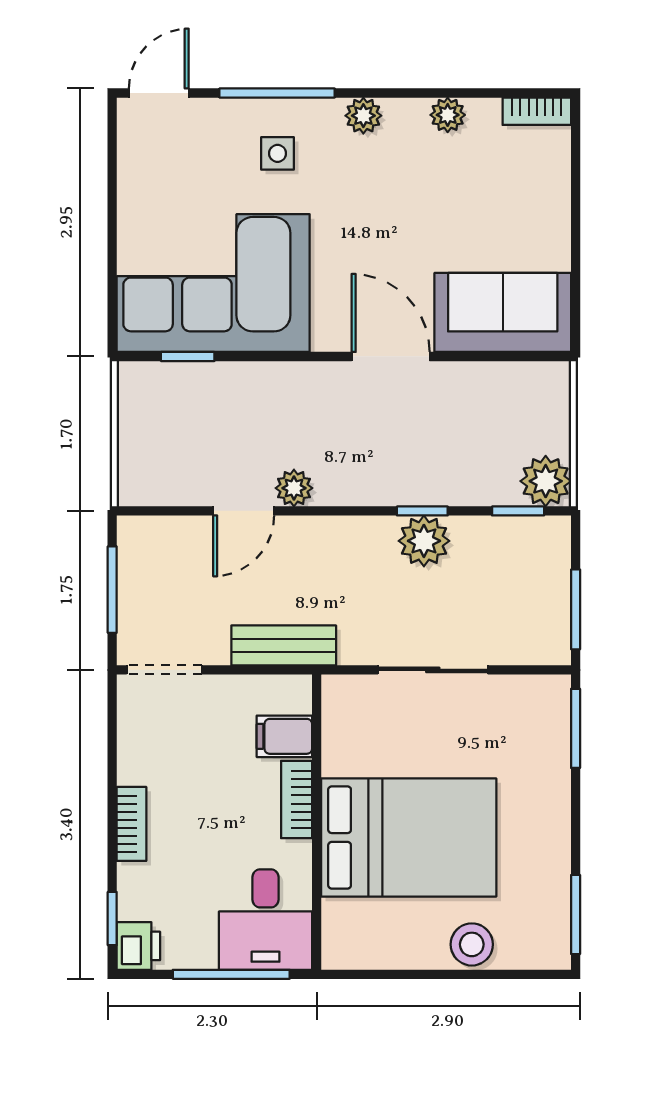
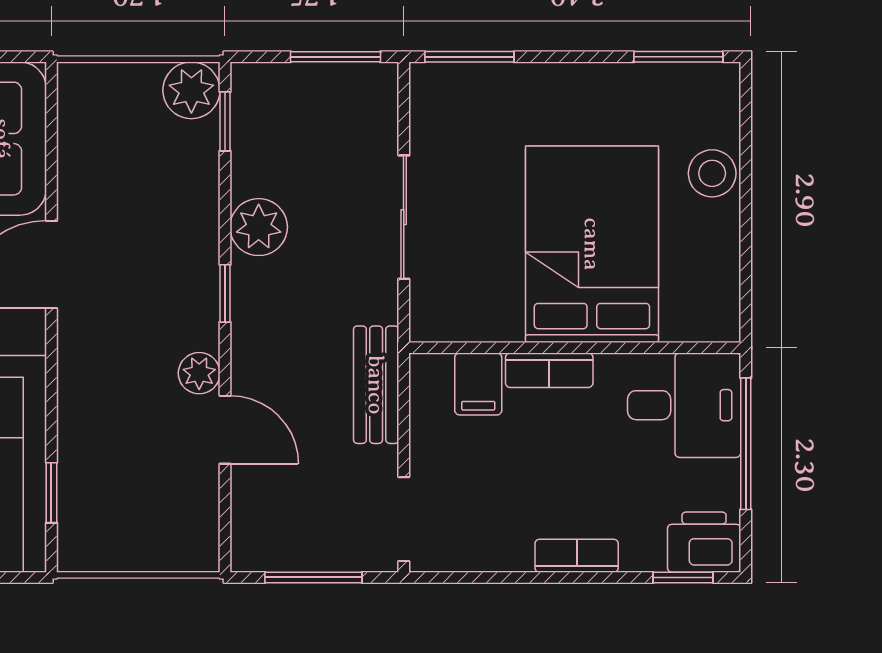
window: (422, 511) -> (225, 293), moved
printer: (138, 946) -> (704, 542), width x1.36, depth x1.24

